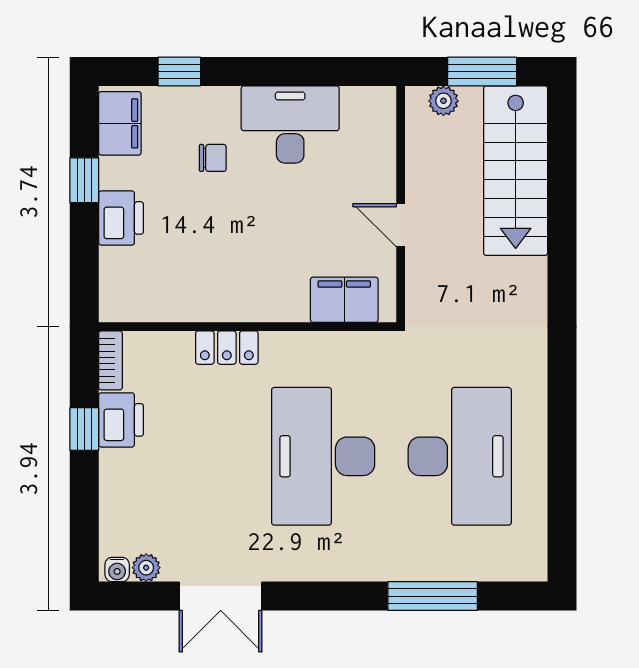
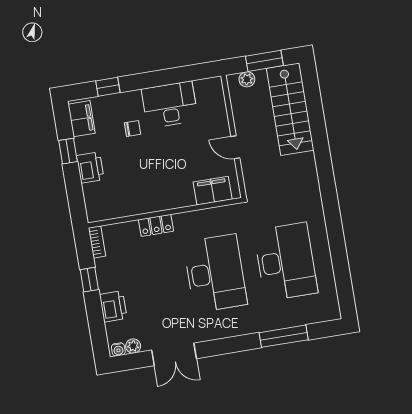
printer: (121, 420) -> (113, 306), moved
desk: (323, 456) -> (215, 273), turned 180

